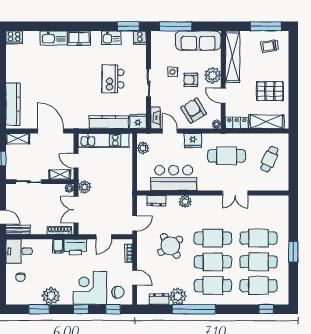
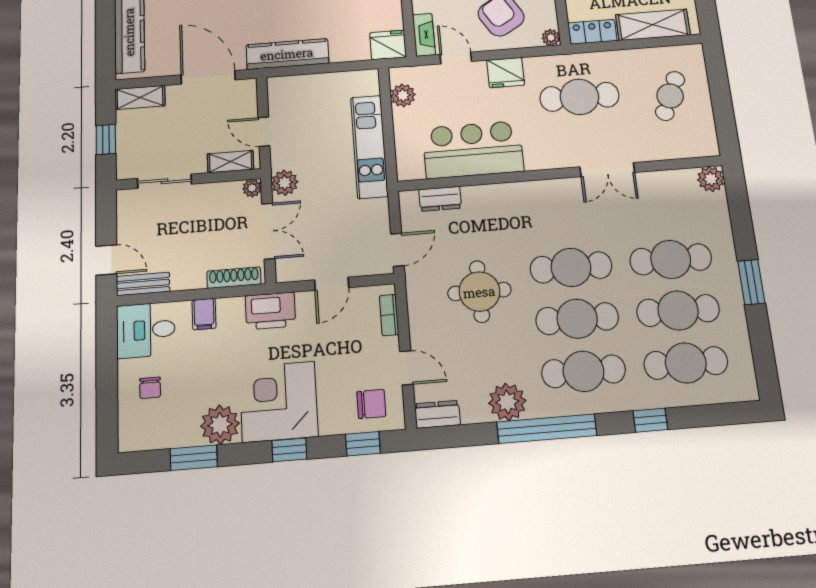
kitchen counter: (109, 122) -> (287, 54), moved
kitchen unit: (104, 140) -> (369, 147), moved, turned 90
plant: (185, 202) -> (711, 179), moved
double door: (76, 210) -> (268, 231), swing flipped
filing cabinet: (58, 246) -> (204, 314), moved
round table: (170, 246) -> (479, 292), turned 35
corner desk: (90, 288) -> (279, 402), moved
dresser: (159, 299) -> (437, 414), moved
window: (266, 309) -> (650, 420), moved

